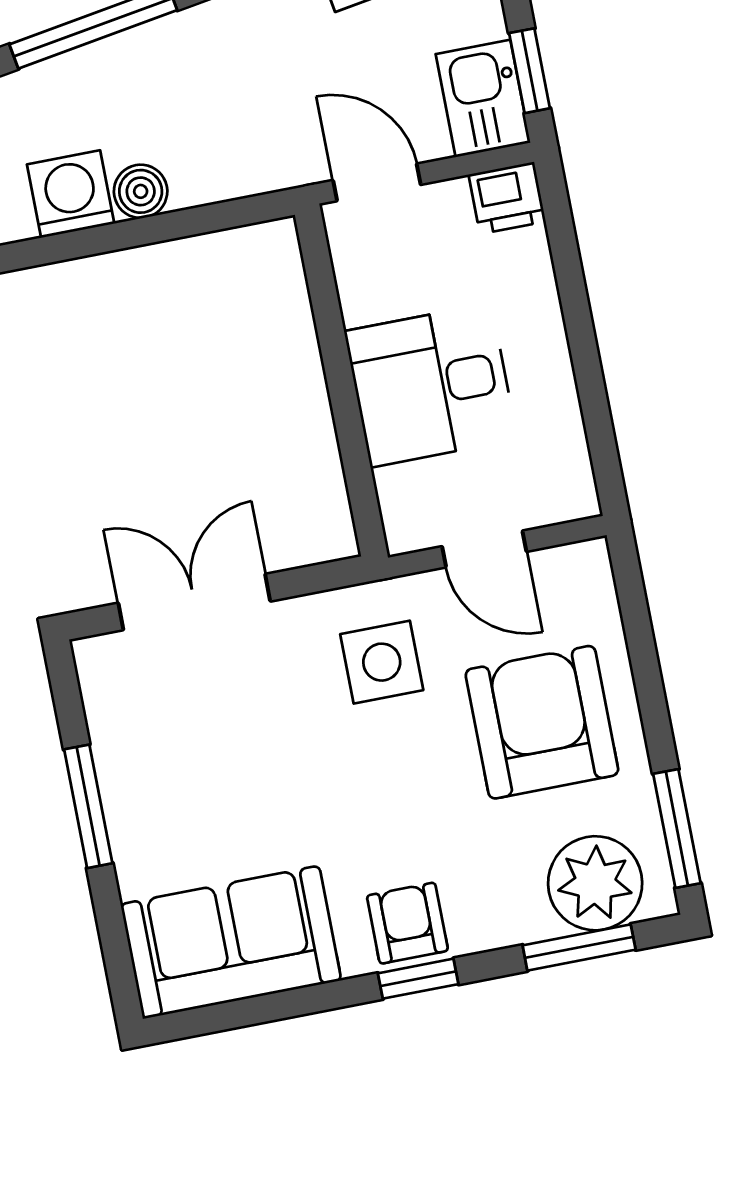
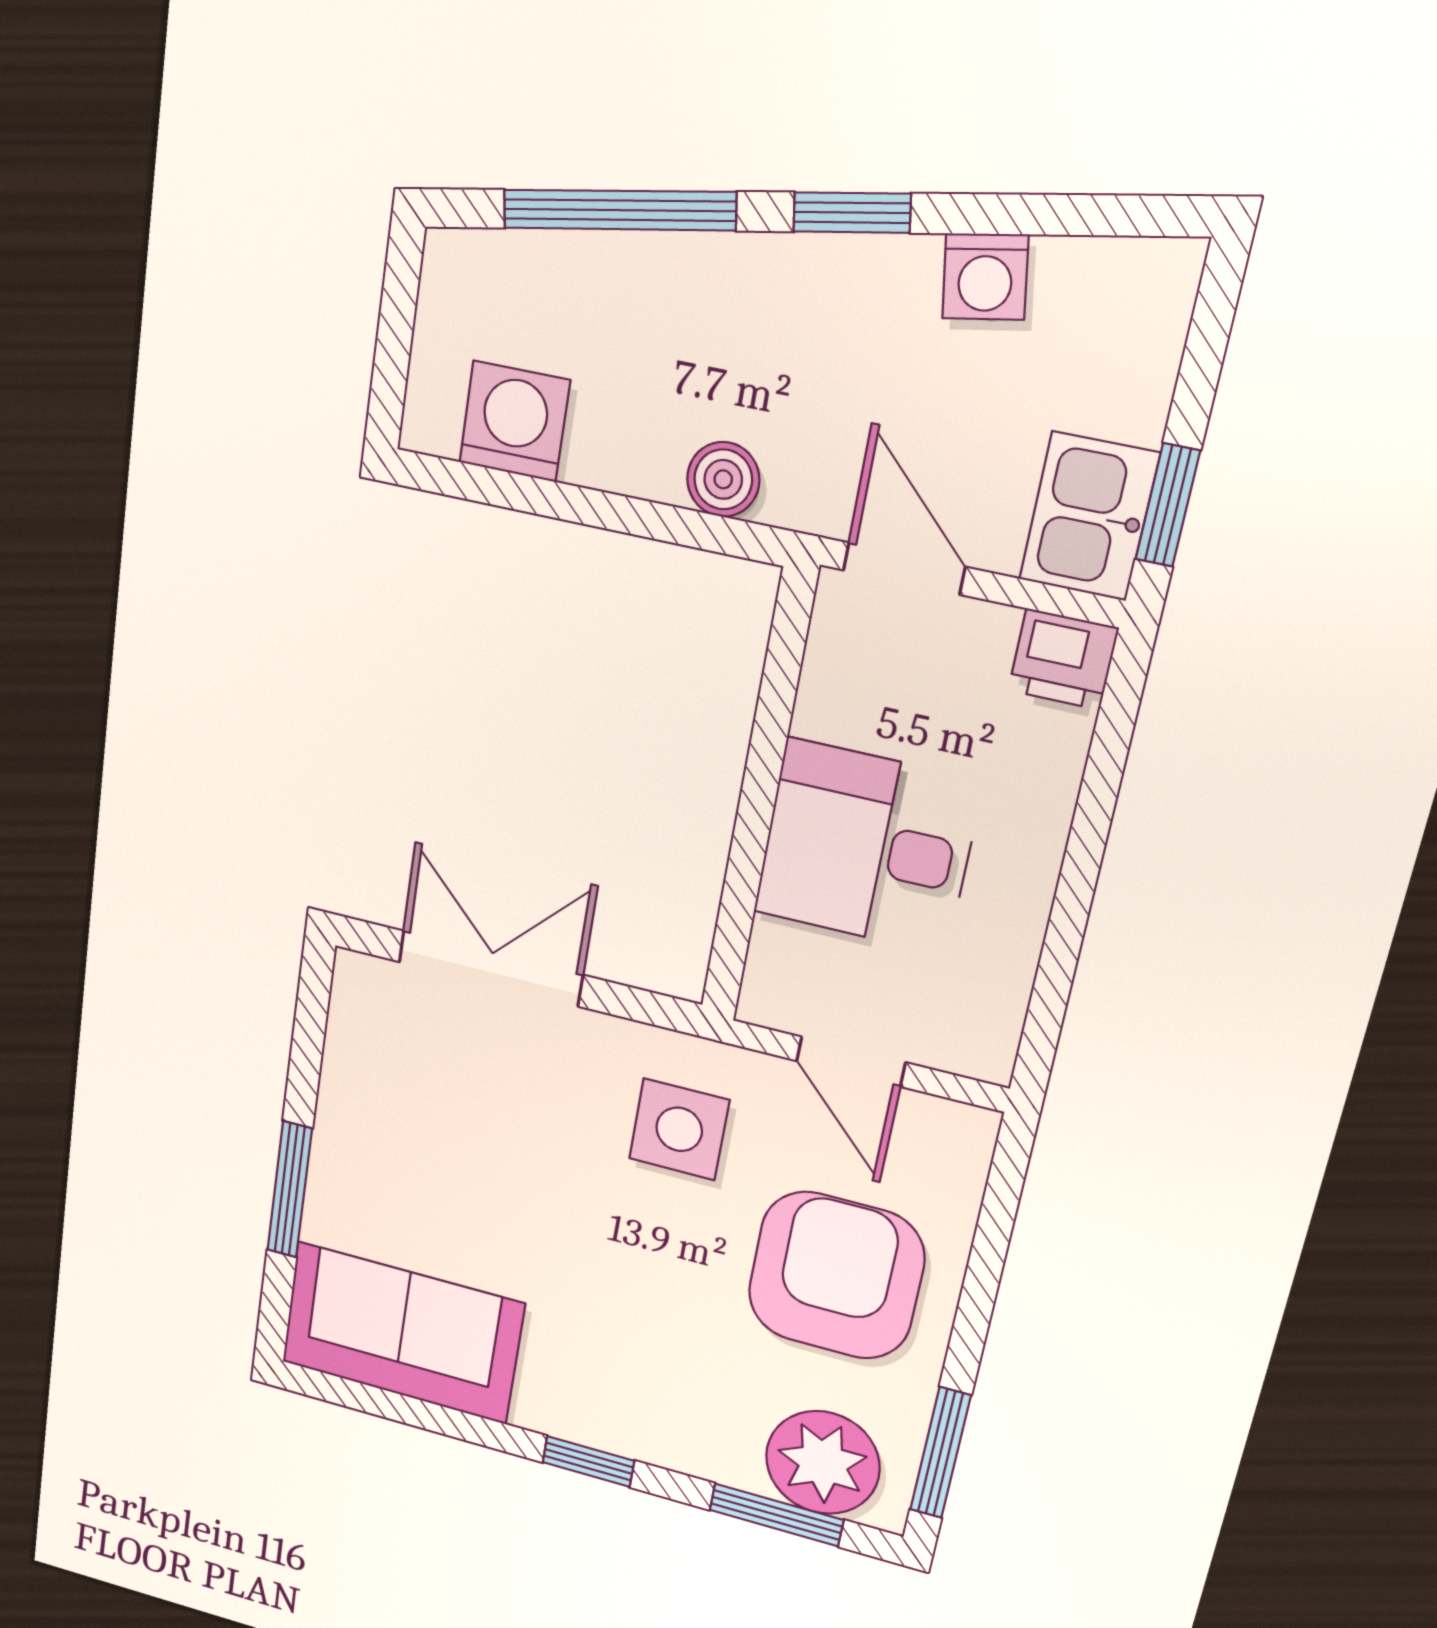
boiler: (141, 191) -> (723, 479), moved
window: (88, 806) -> (290, 1190), moved
armchair: (407, 923) -> (599, 1404), removed

